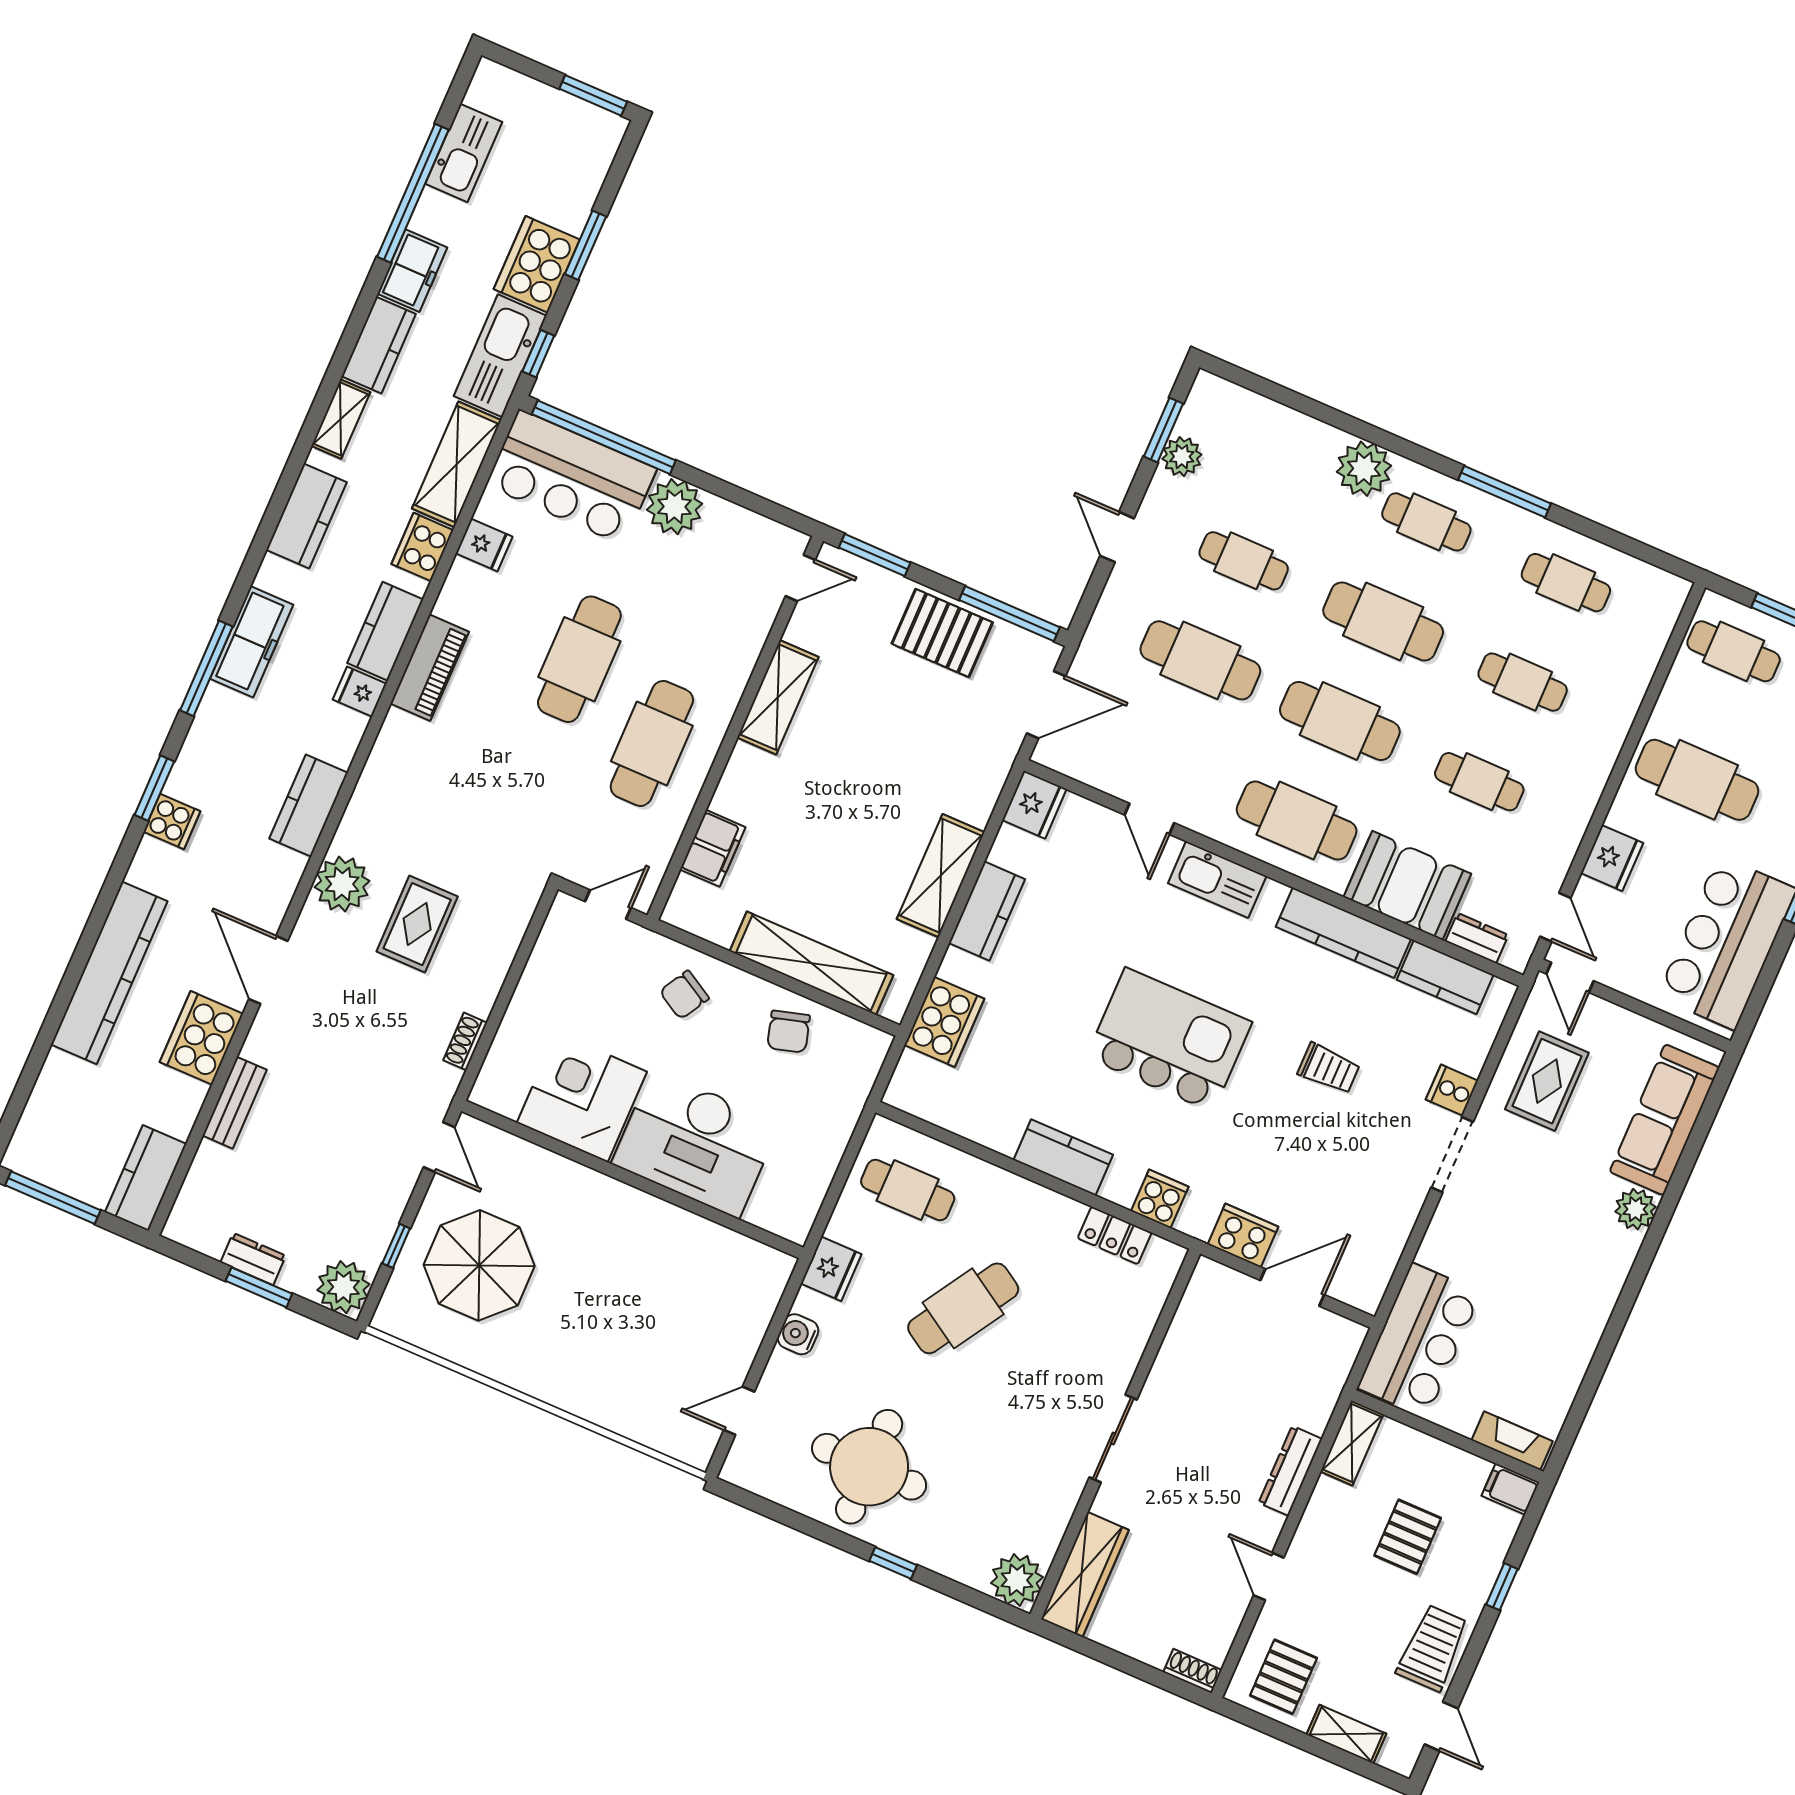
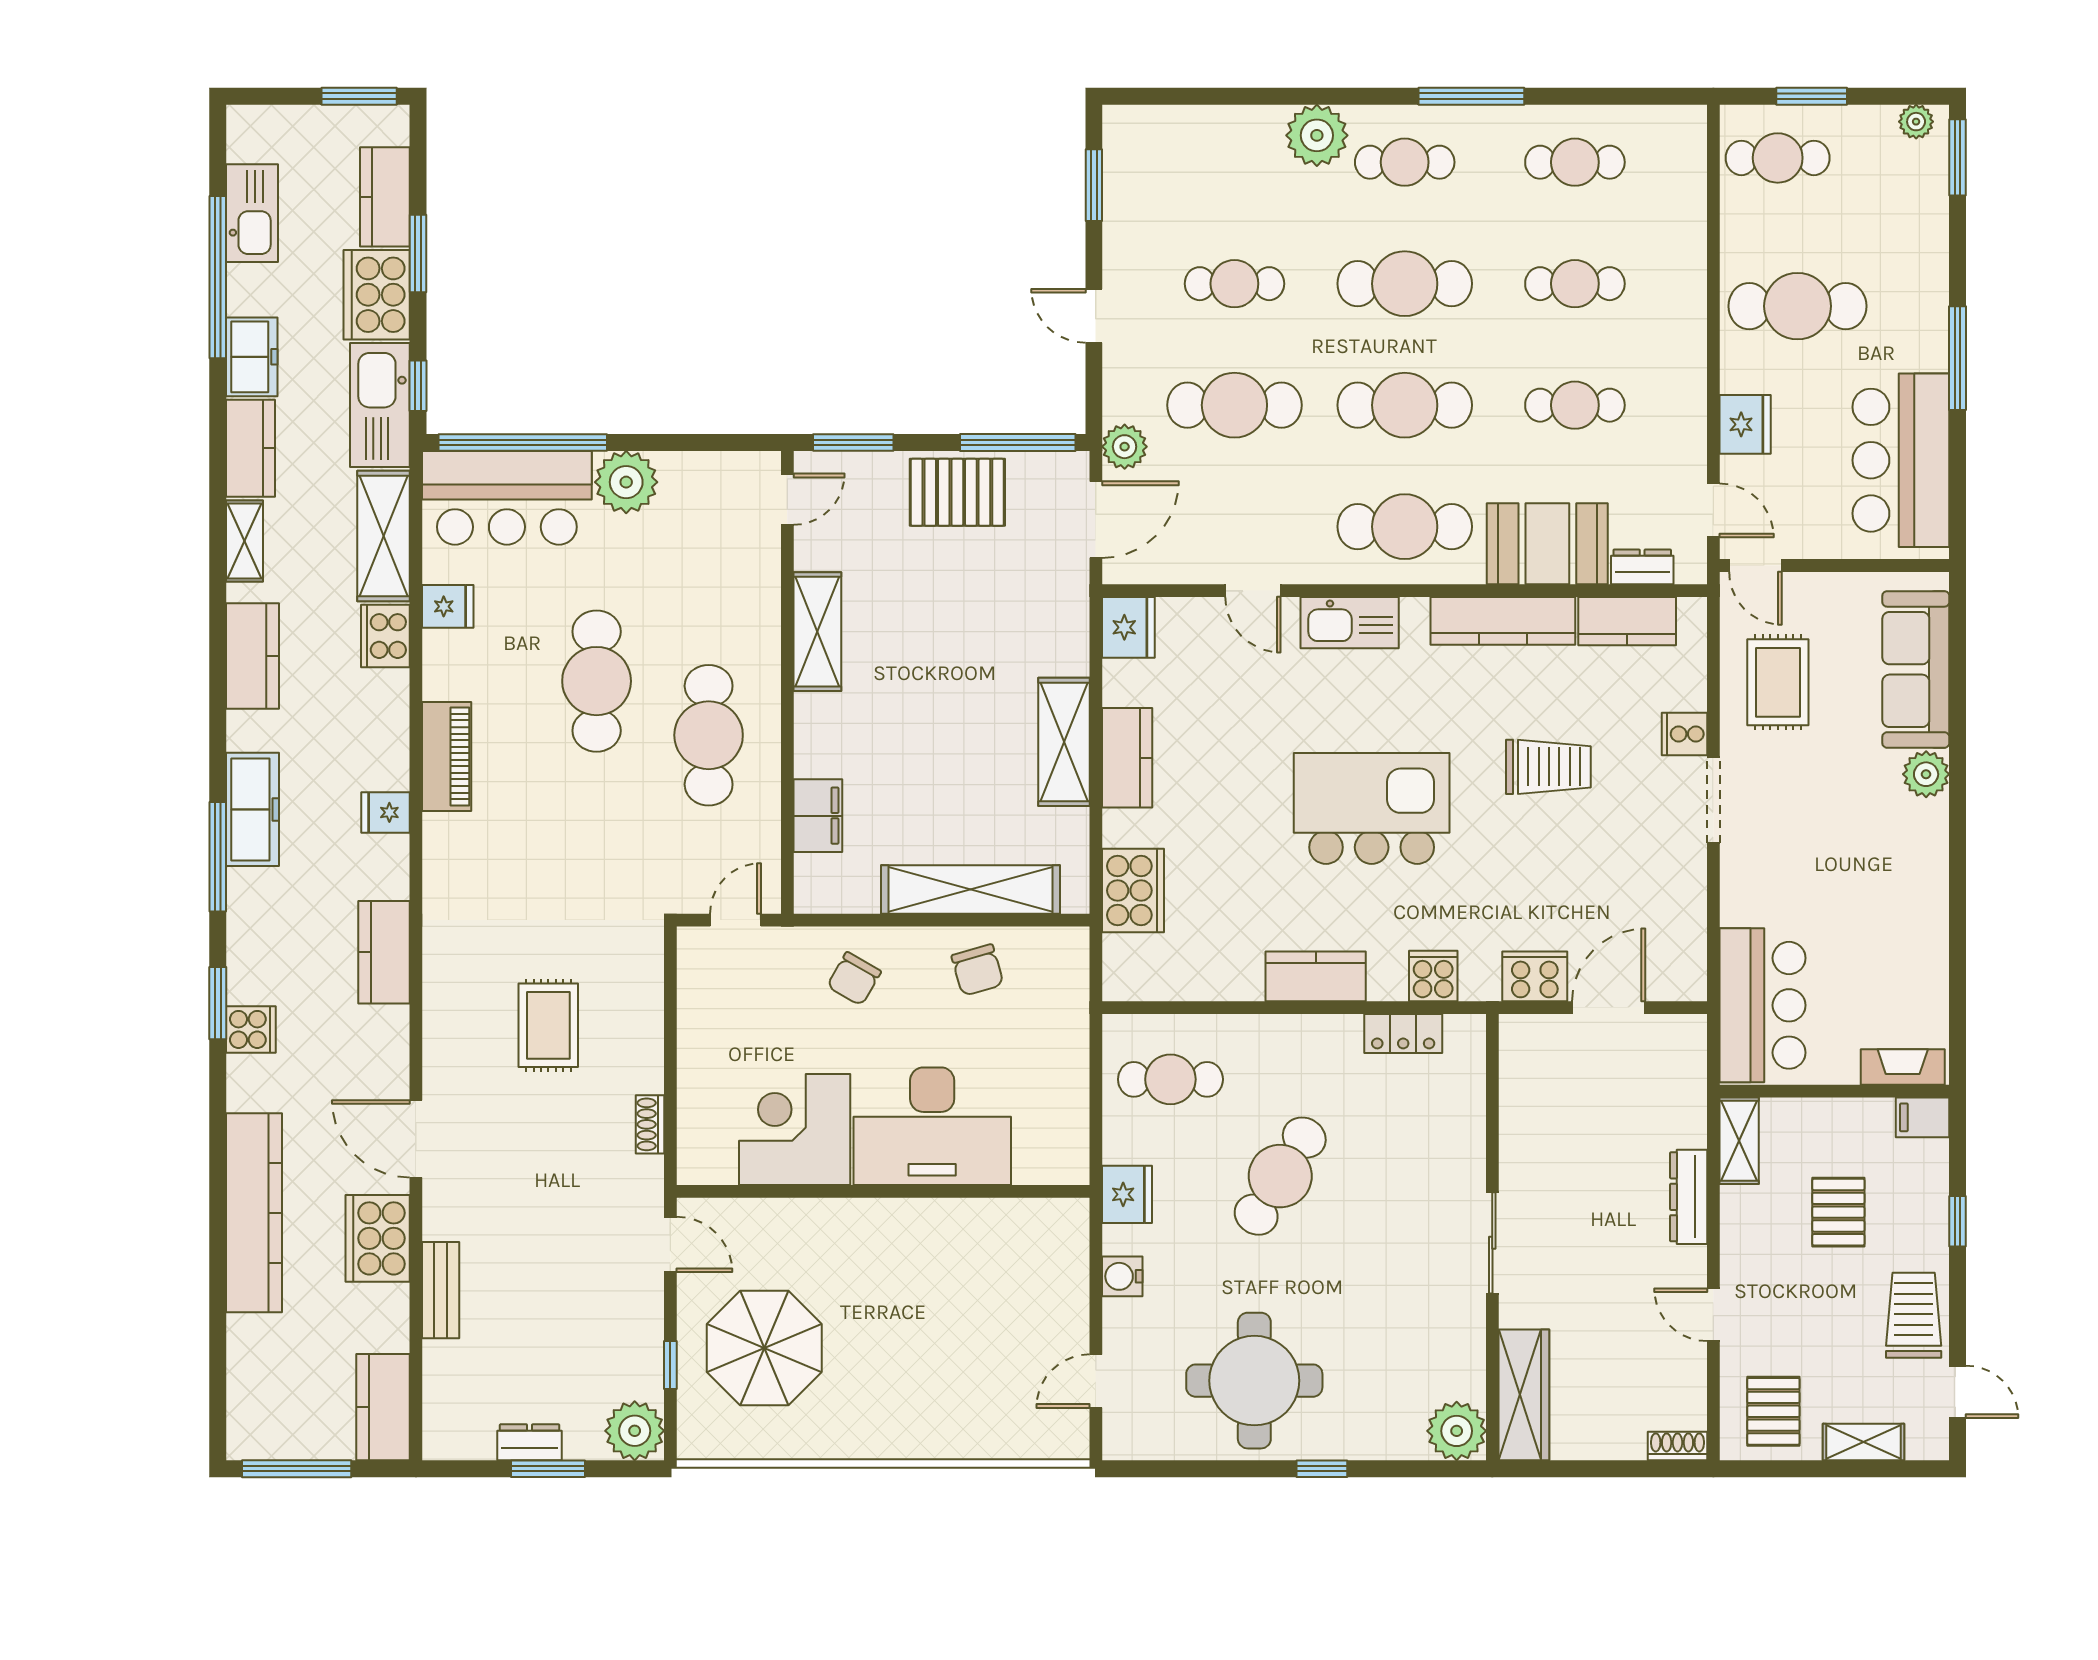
plant: (1182, 457) -> (1125, 447), moved
kitchen counter: (385, 631) -> (385, 197), moved
plant: (342, 884) -> (453, 1018), removed
trolley: (1329, 1069) -> (1548, 767), width x1.36, depth x1.39

